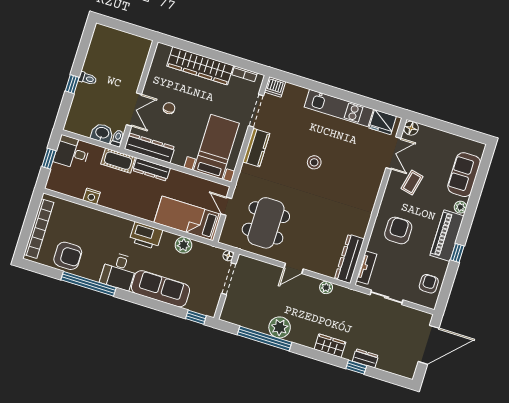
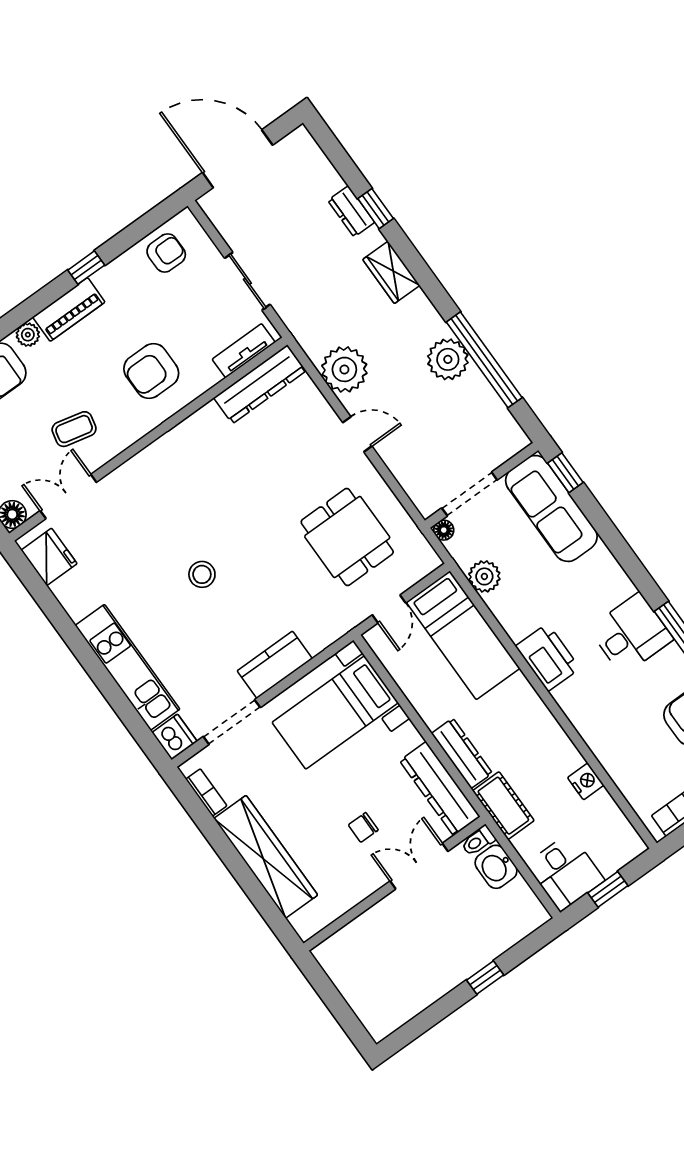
toilet: (88, 79) -> (455, 968), removed
kitchen unit: (339, 108) -> (128, 667), moved
dining table: (266, 223) -> (347, 537), width x0.73
piano: (447, 236) -> (69, 309), width x0.73, depth x0.75
plant: (183, 245) -> (484, 576), moved
armchair: (429, 284) -> (166, 253), turned 180
plant: (326, 287) -> (344, 369), width x1.88, depth x1.88
sofa: (161, 289) -> (551, 508), moved

